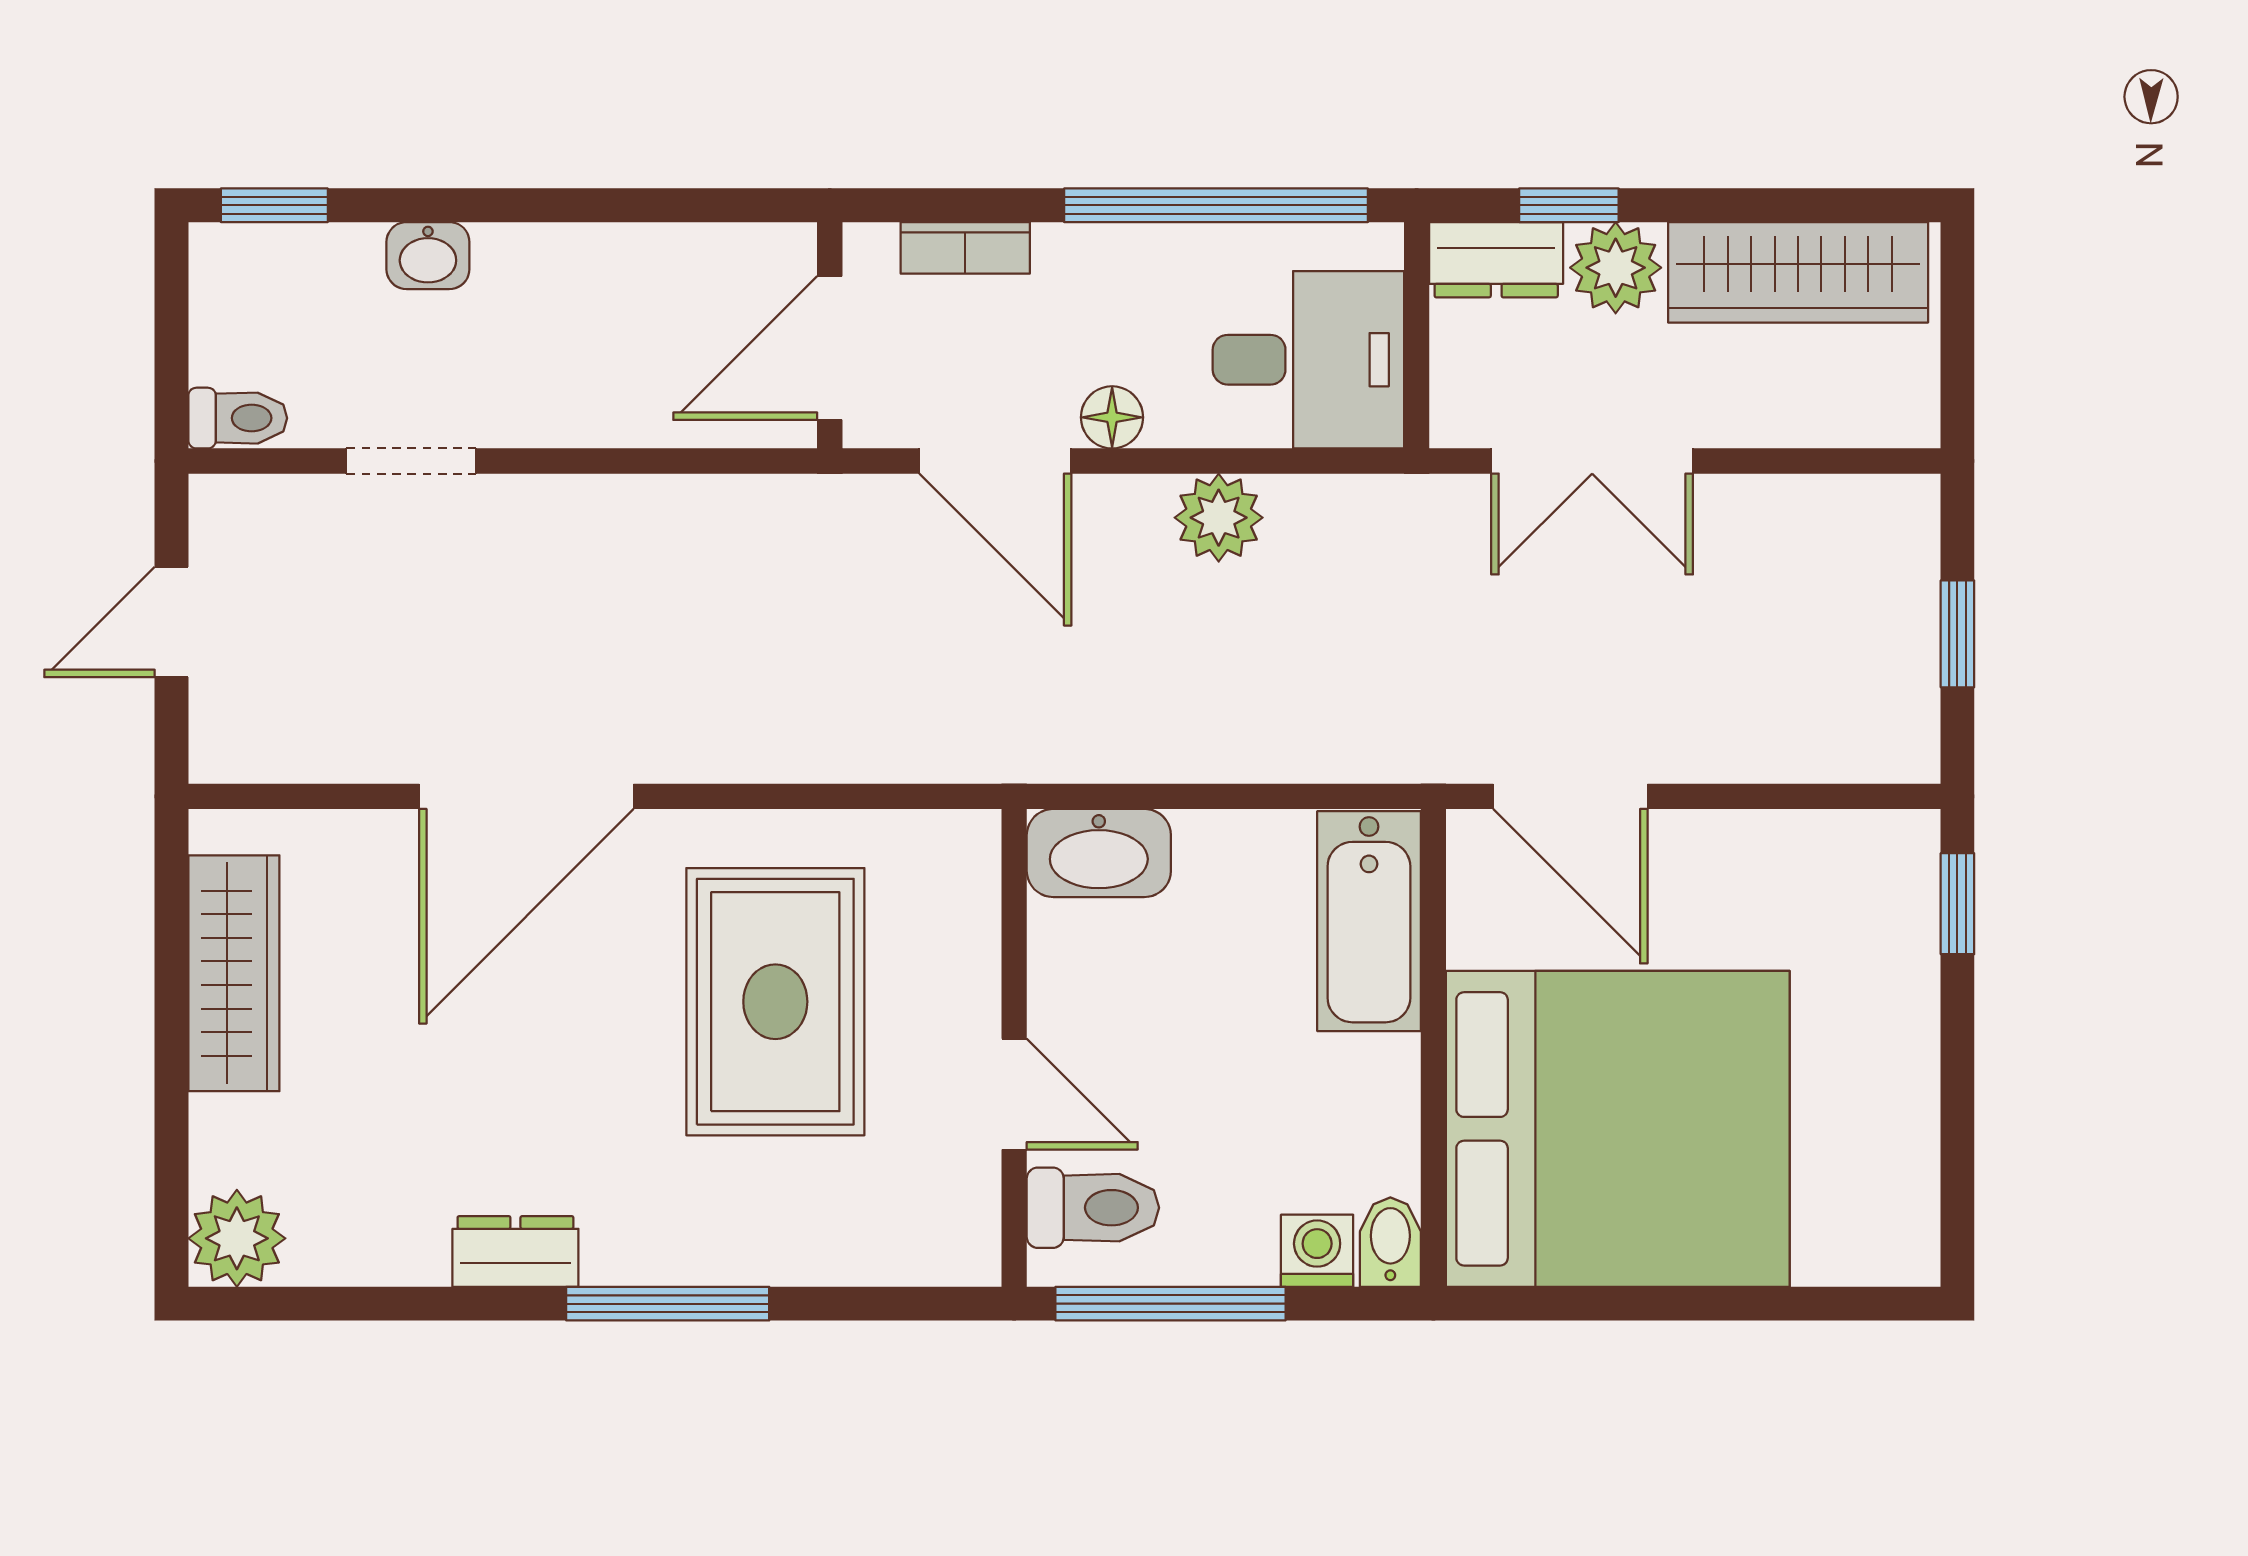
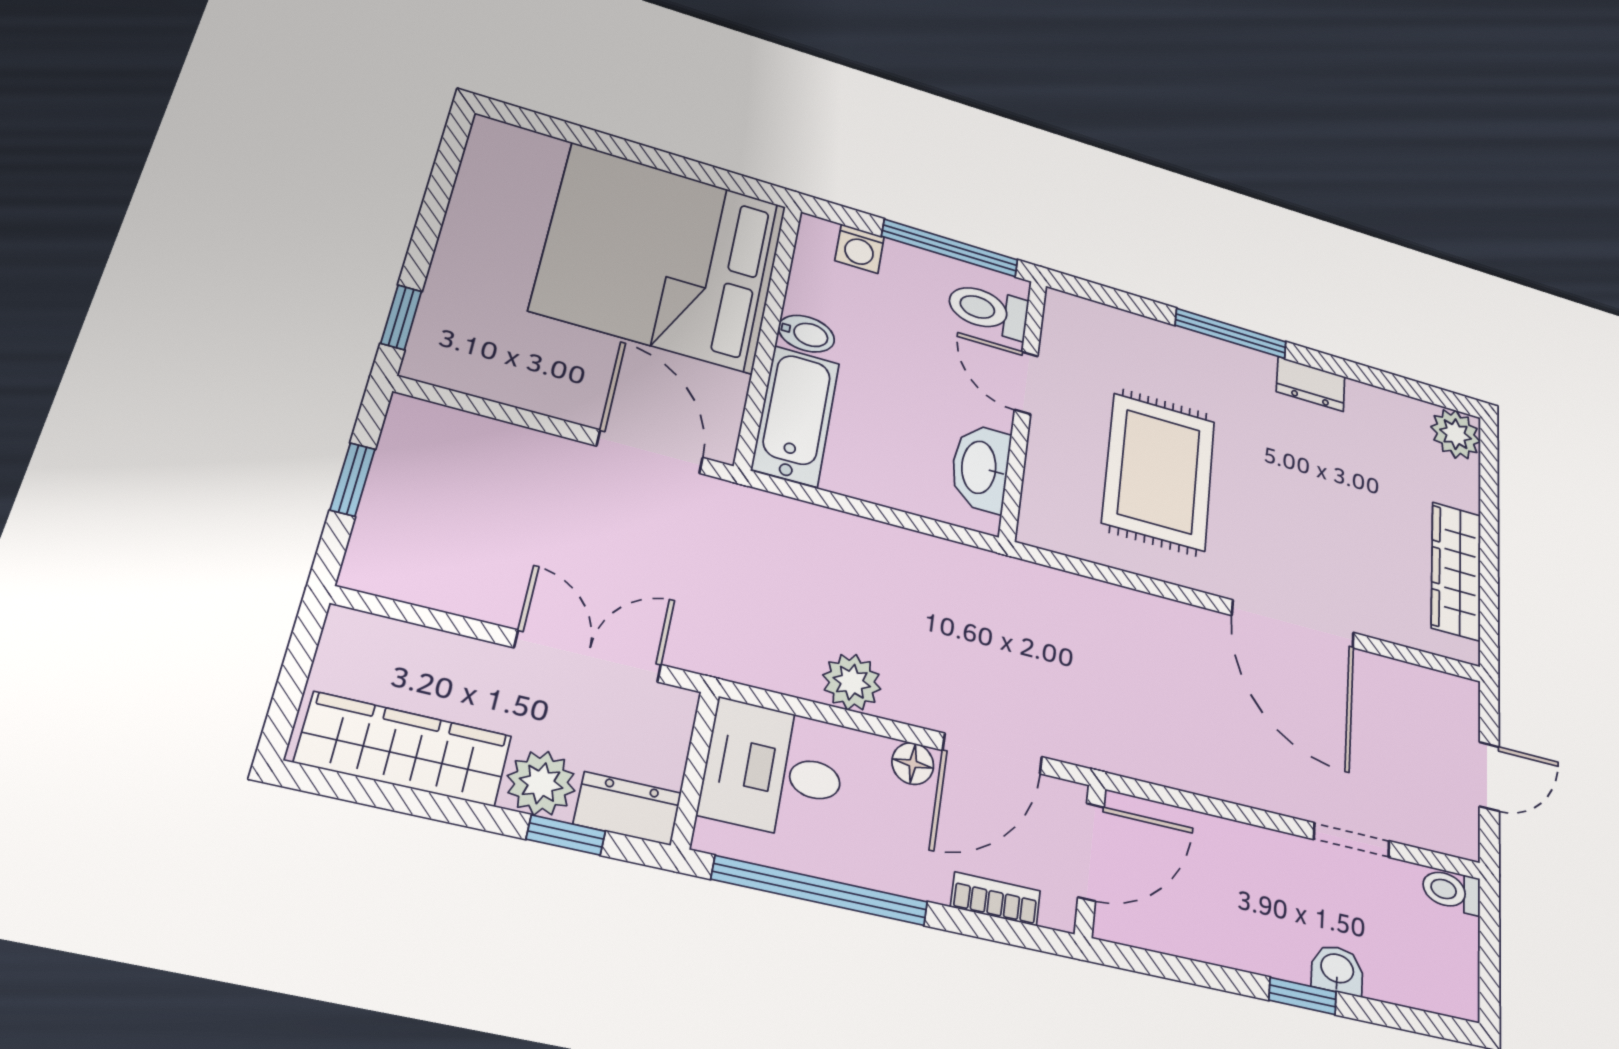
window: (274, 205) -> (1303, 996), moved
door: (995, 461) -> (993, 754), swing flipped
door: (526, 796) -> (1293, 624), swing flipped
washbasin: (1099, 853) -> (980, 468), moved, turned -90
bidet: (1390, 1242) -> (806, 334), moved, turned -90

